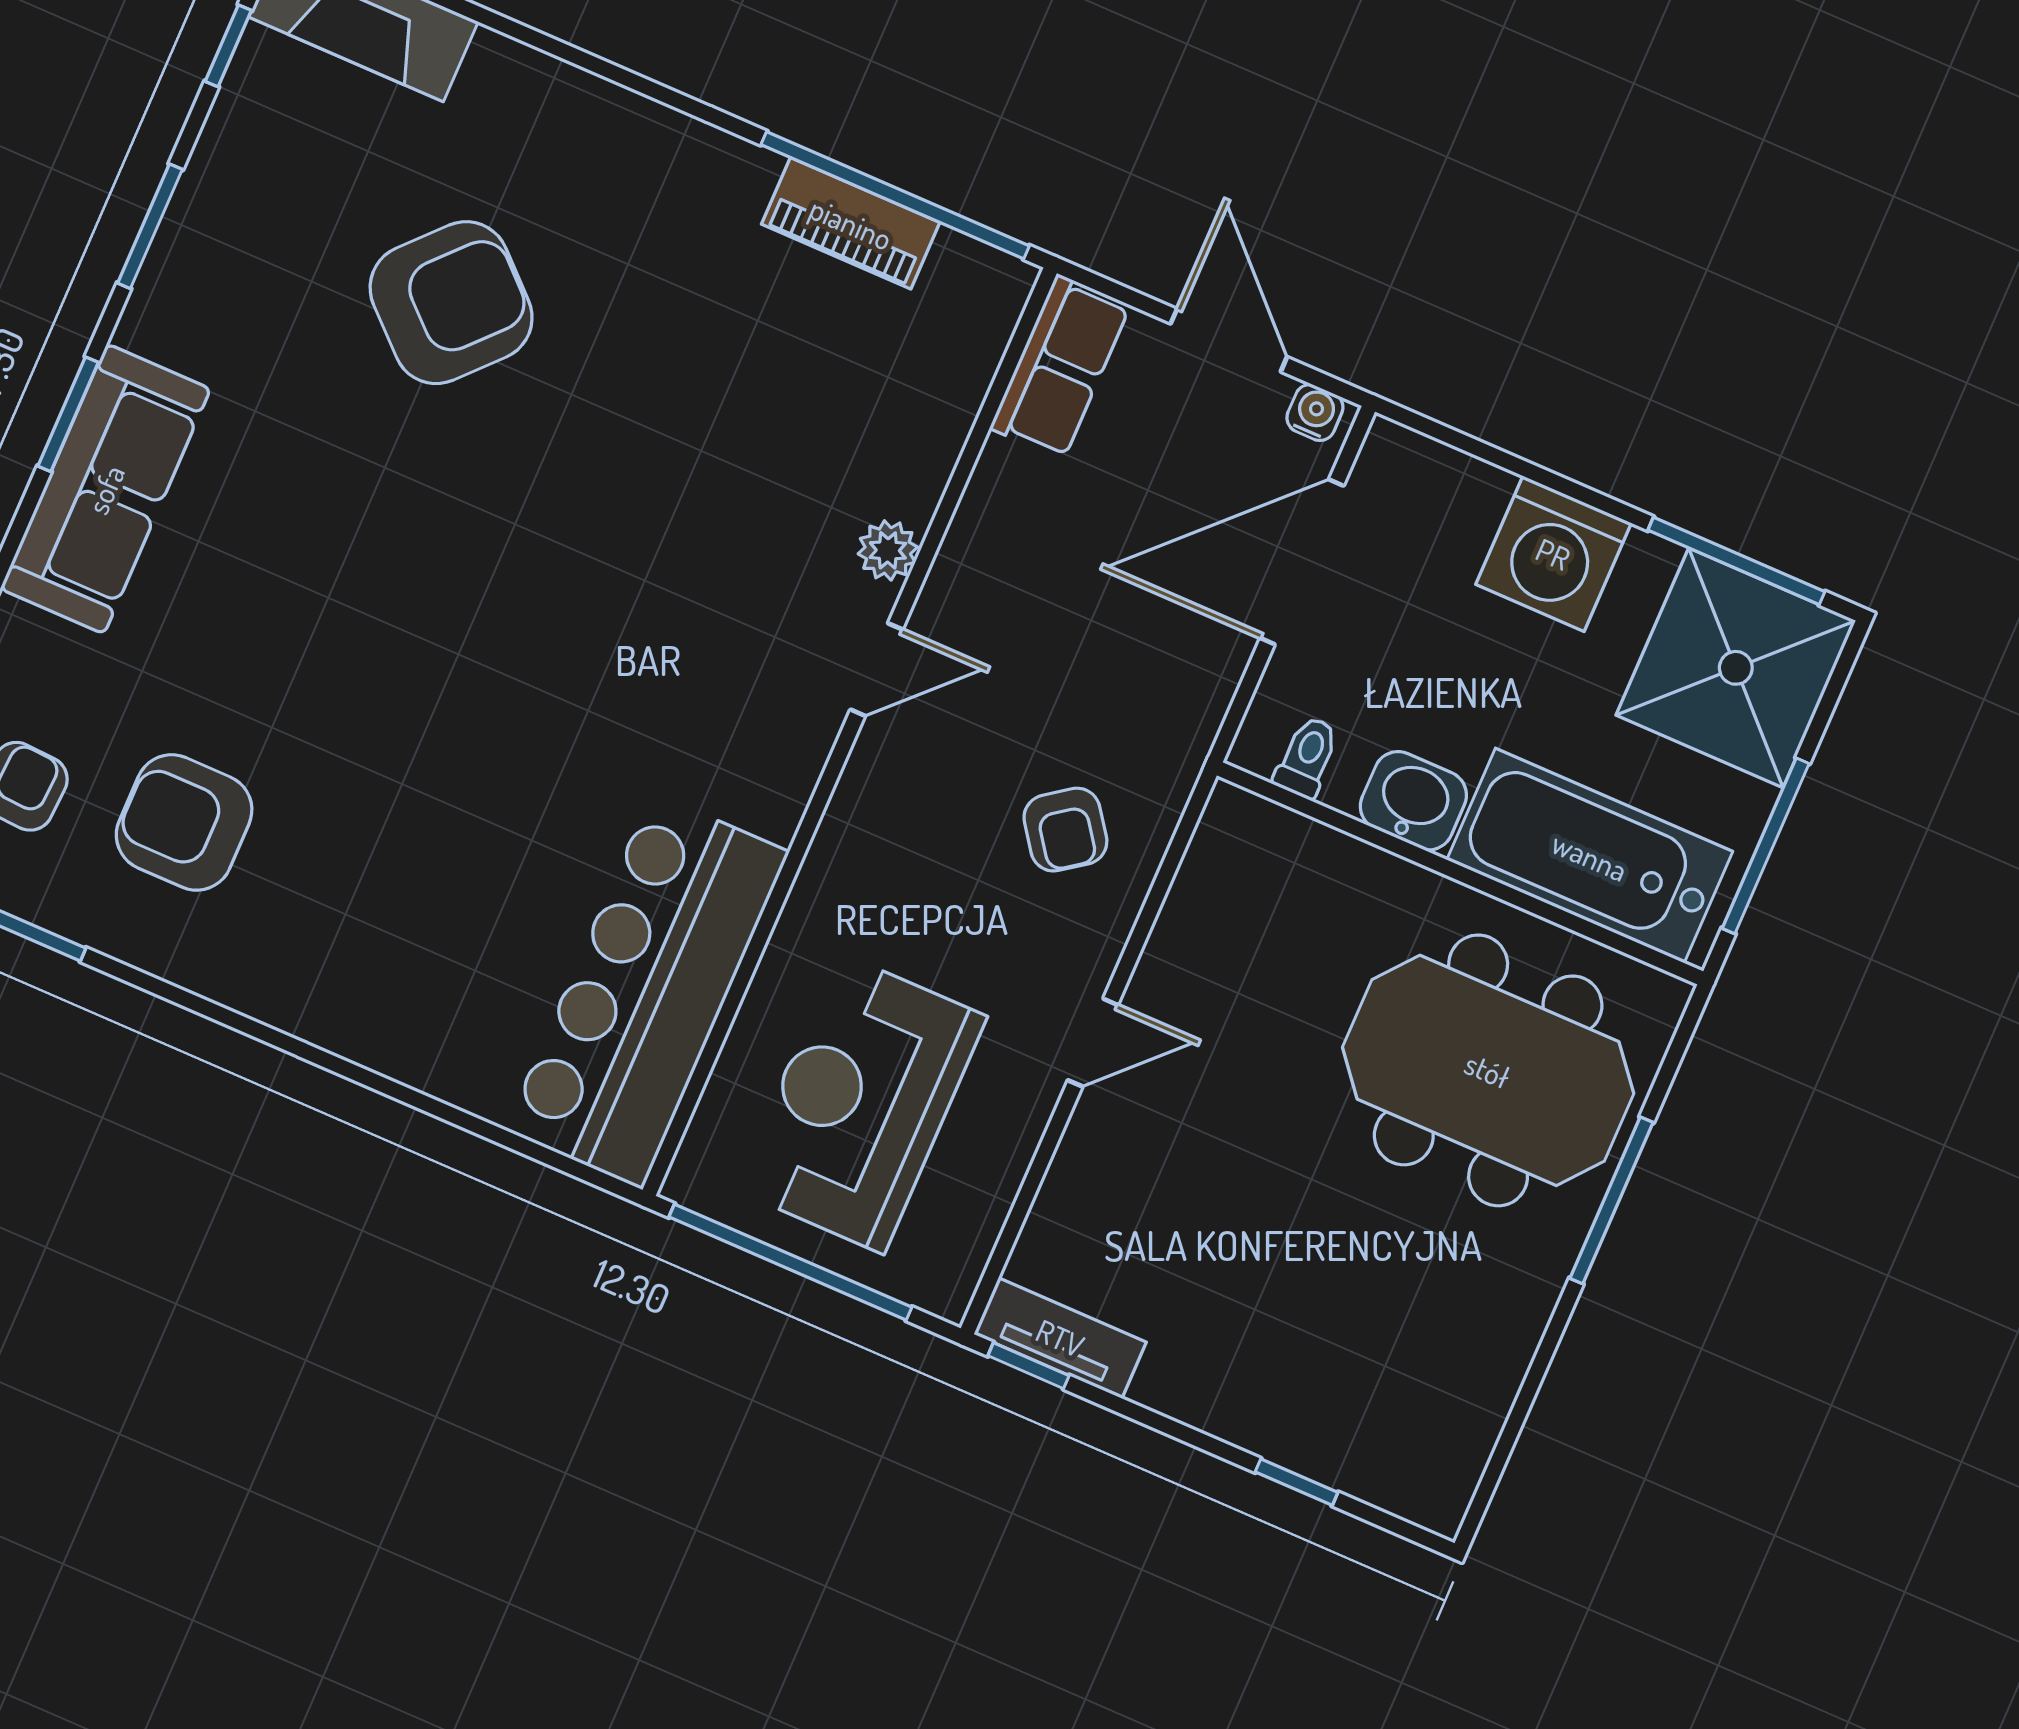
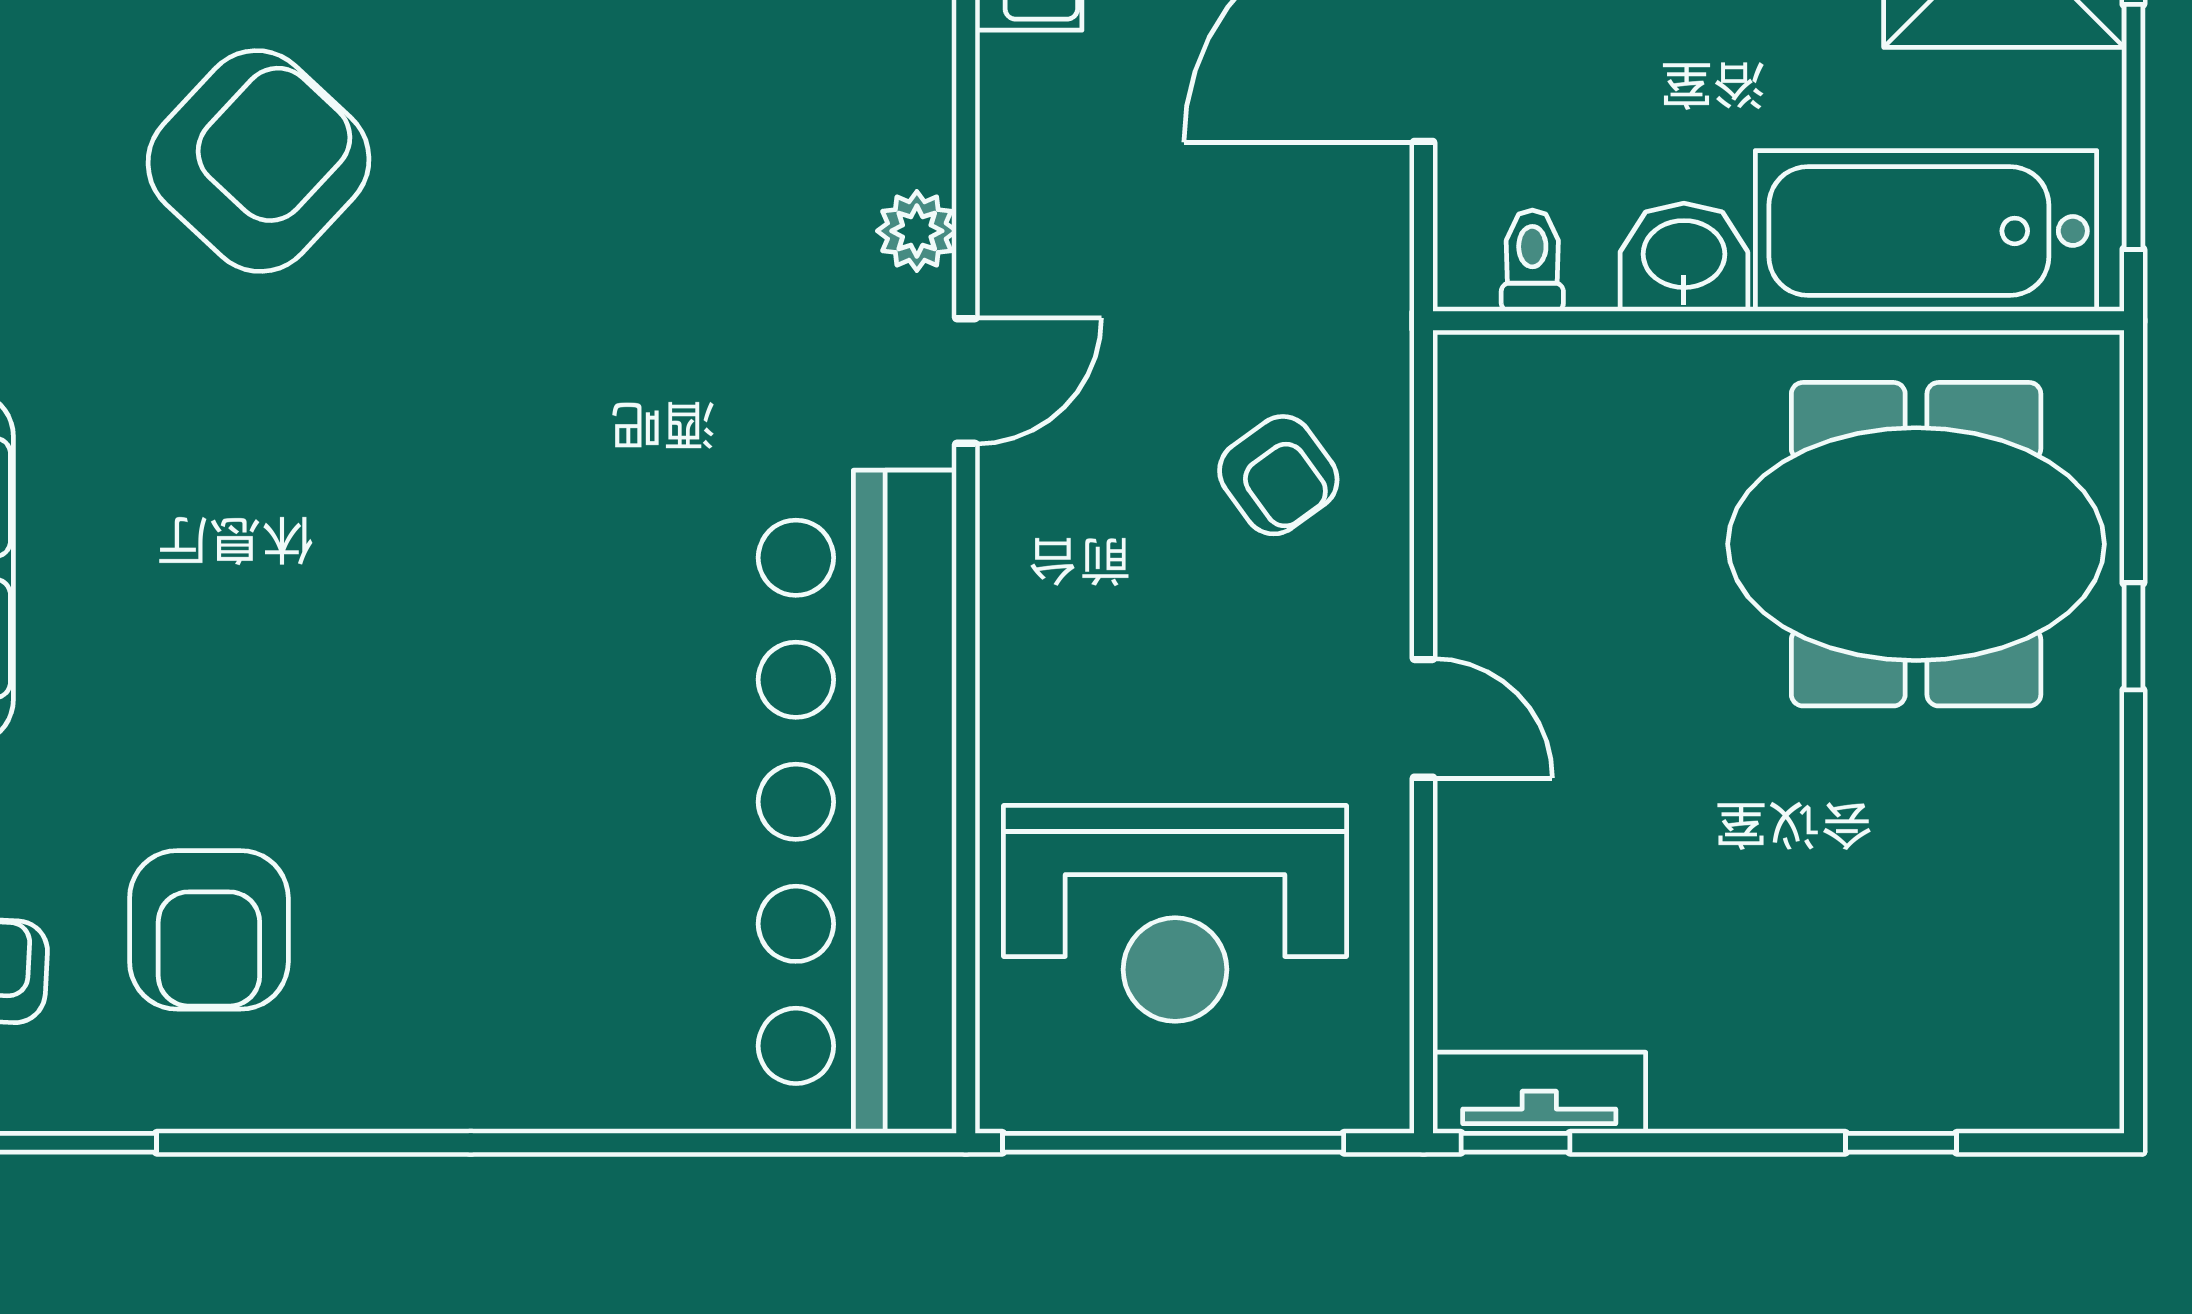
armchair: (184, 822) -> (209, 930), turned -90
bar counter: (647, 991) -> (857, 802), width x1.36
door: (1093, 1043) -> (1424, 718), hinge flipped
reception desk: (861, 1103) -> (1175, 913), turned -90
window: (1611, 1200) -> (2133, 636), width x0.46

